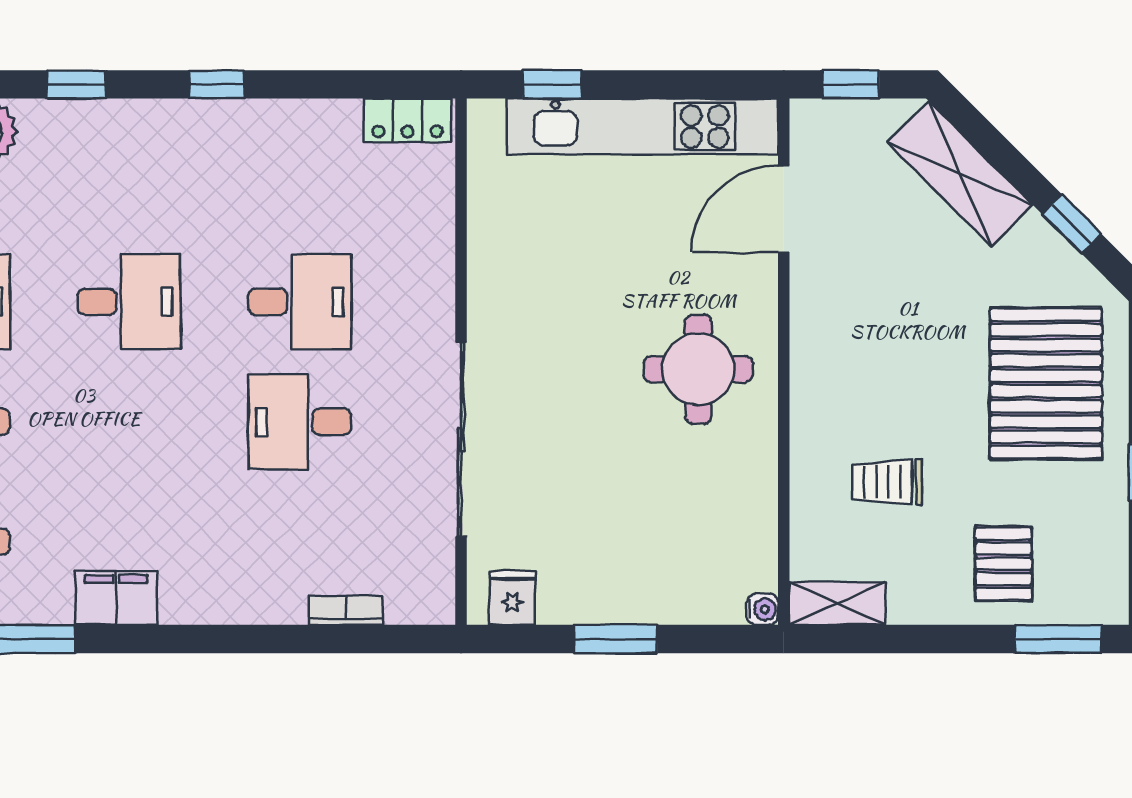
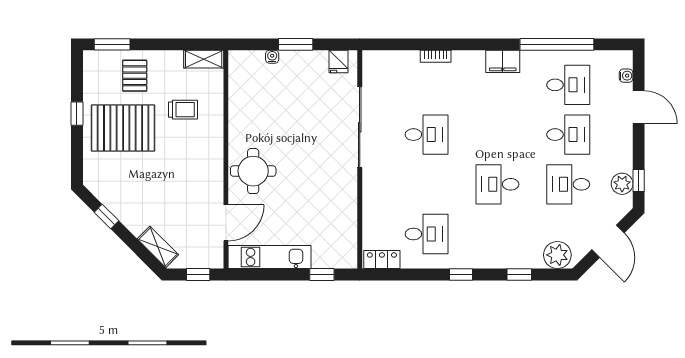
kitchen unit: (642, 127) -> (270, 257), width x0.73
shelving: (960, 173) -> (158, 247), width x0.67, depth x0.75
desk: (300, 302) -> (427, 234), moved, turned 180
round table: (698, 369) -> (253, 171), moved
pallet: (1046, 383) -> (123, 128), moved, turned 90
water cooler: (762, 609) -> (272, 57), moved, turned 90
bookcase: (346, 610) -> (436, 56), moved

